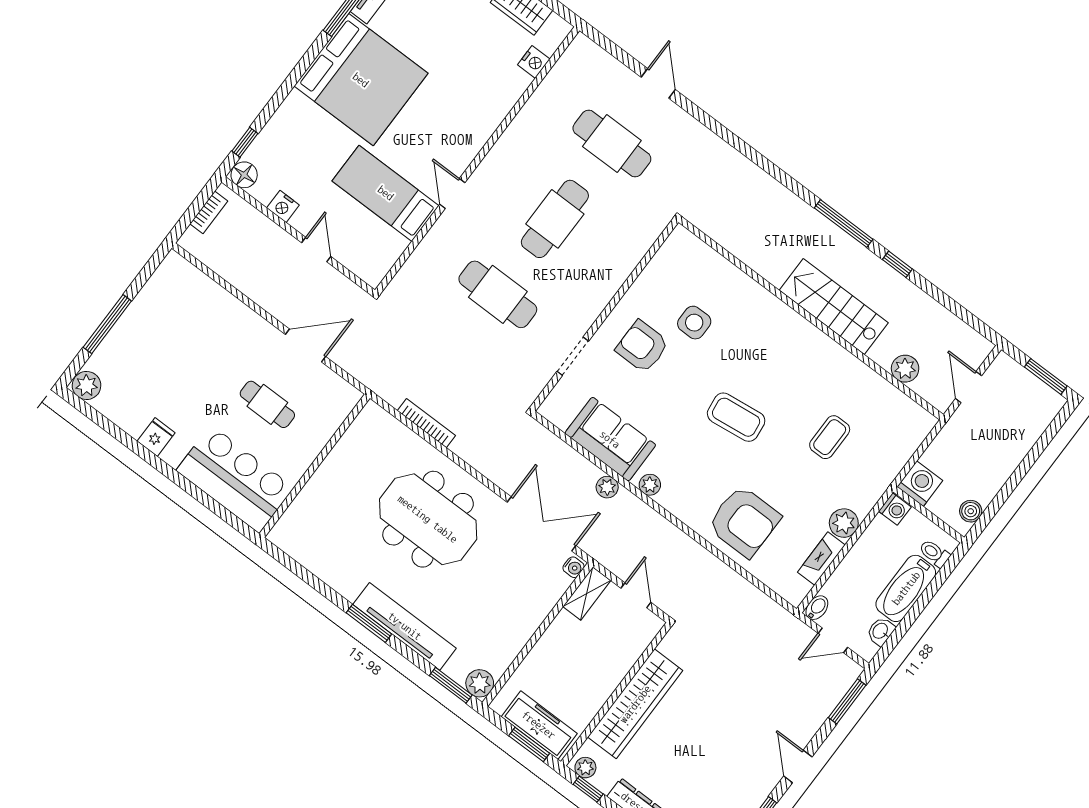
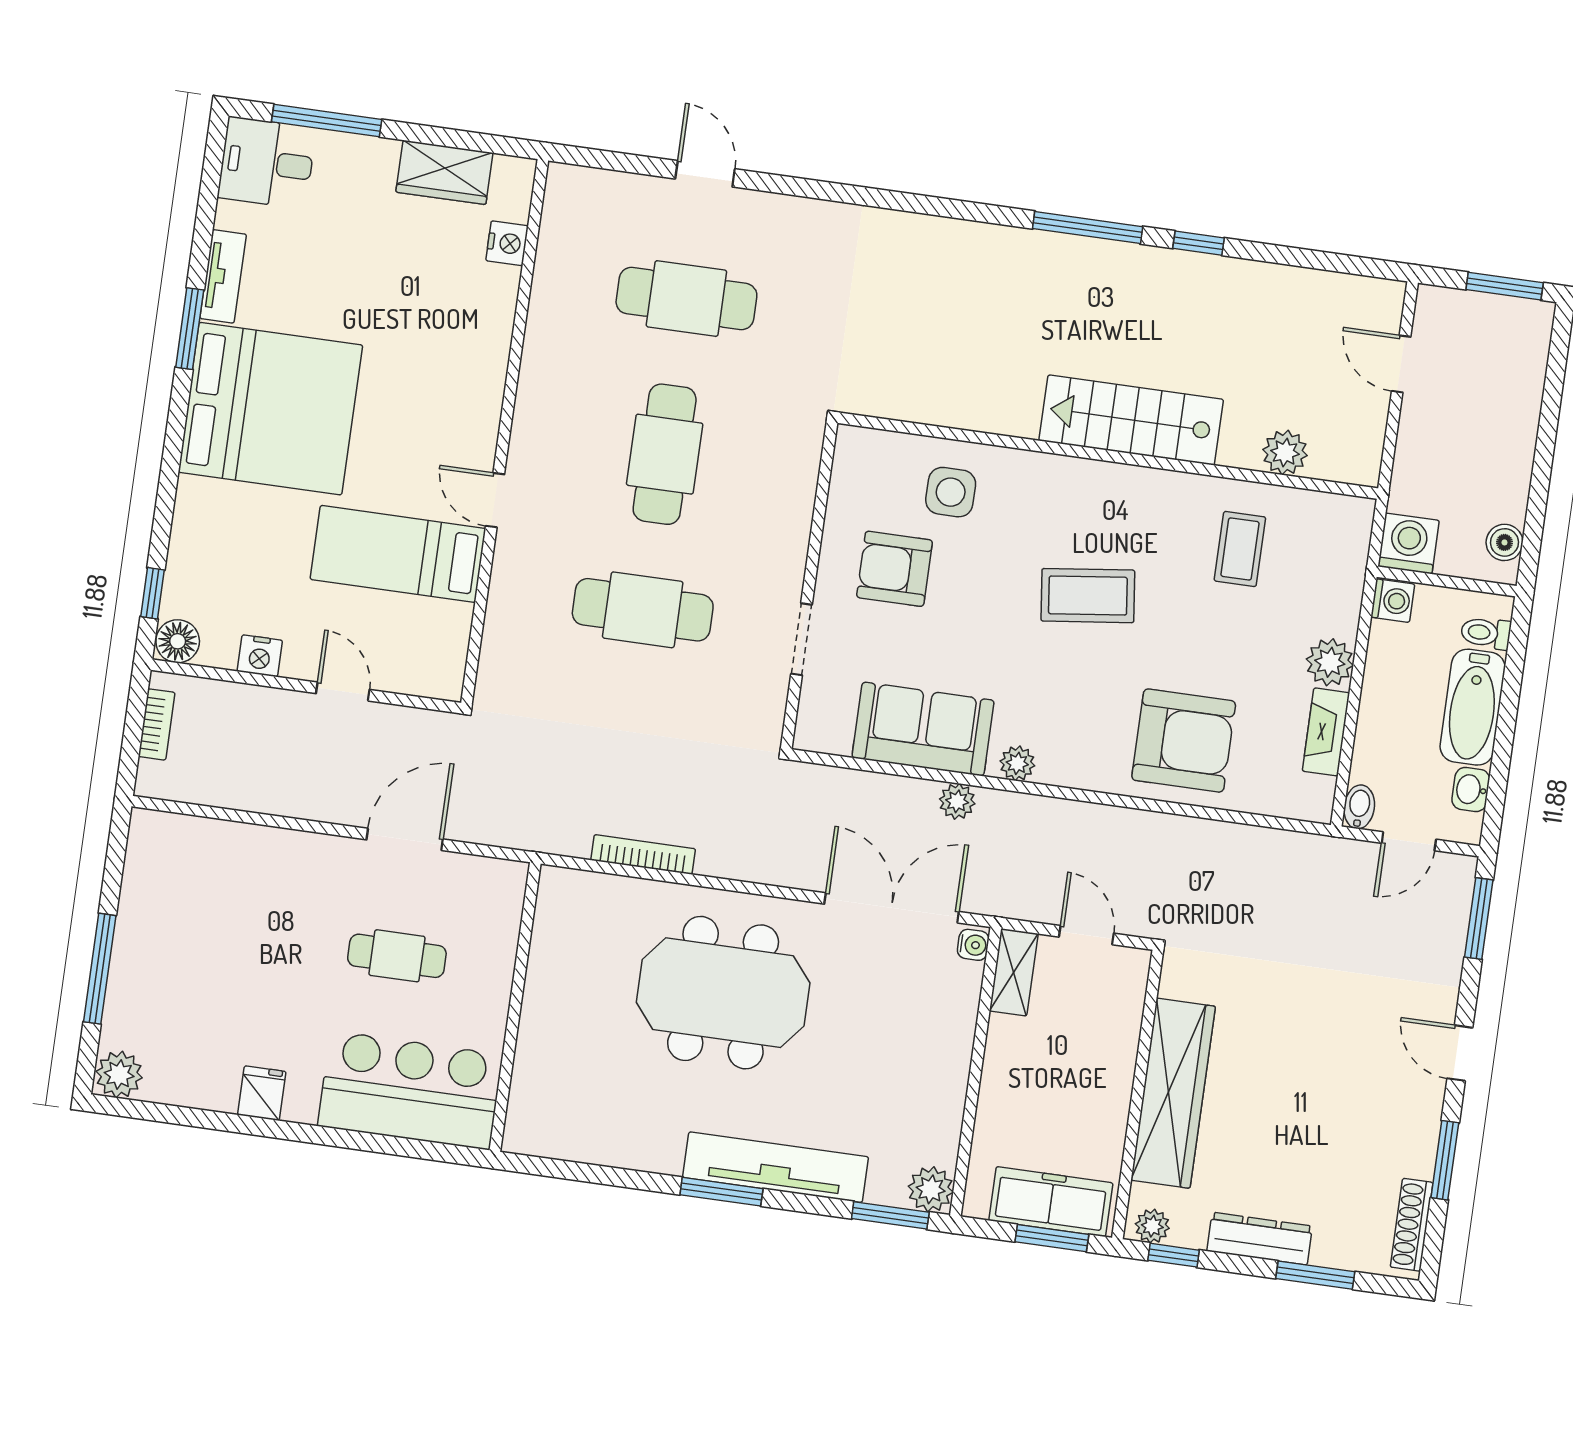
stairs: (834, 307) -> (1131, 420), moved
wall: (811, 318) -> (1108, 456), moved
plant: (905, 369) -> (1285, 452), moved

